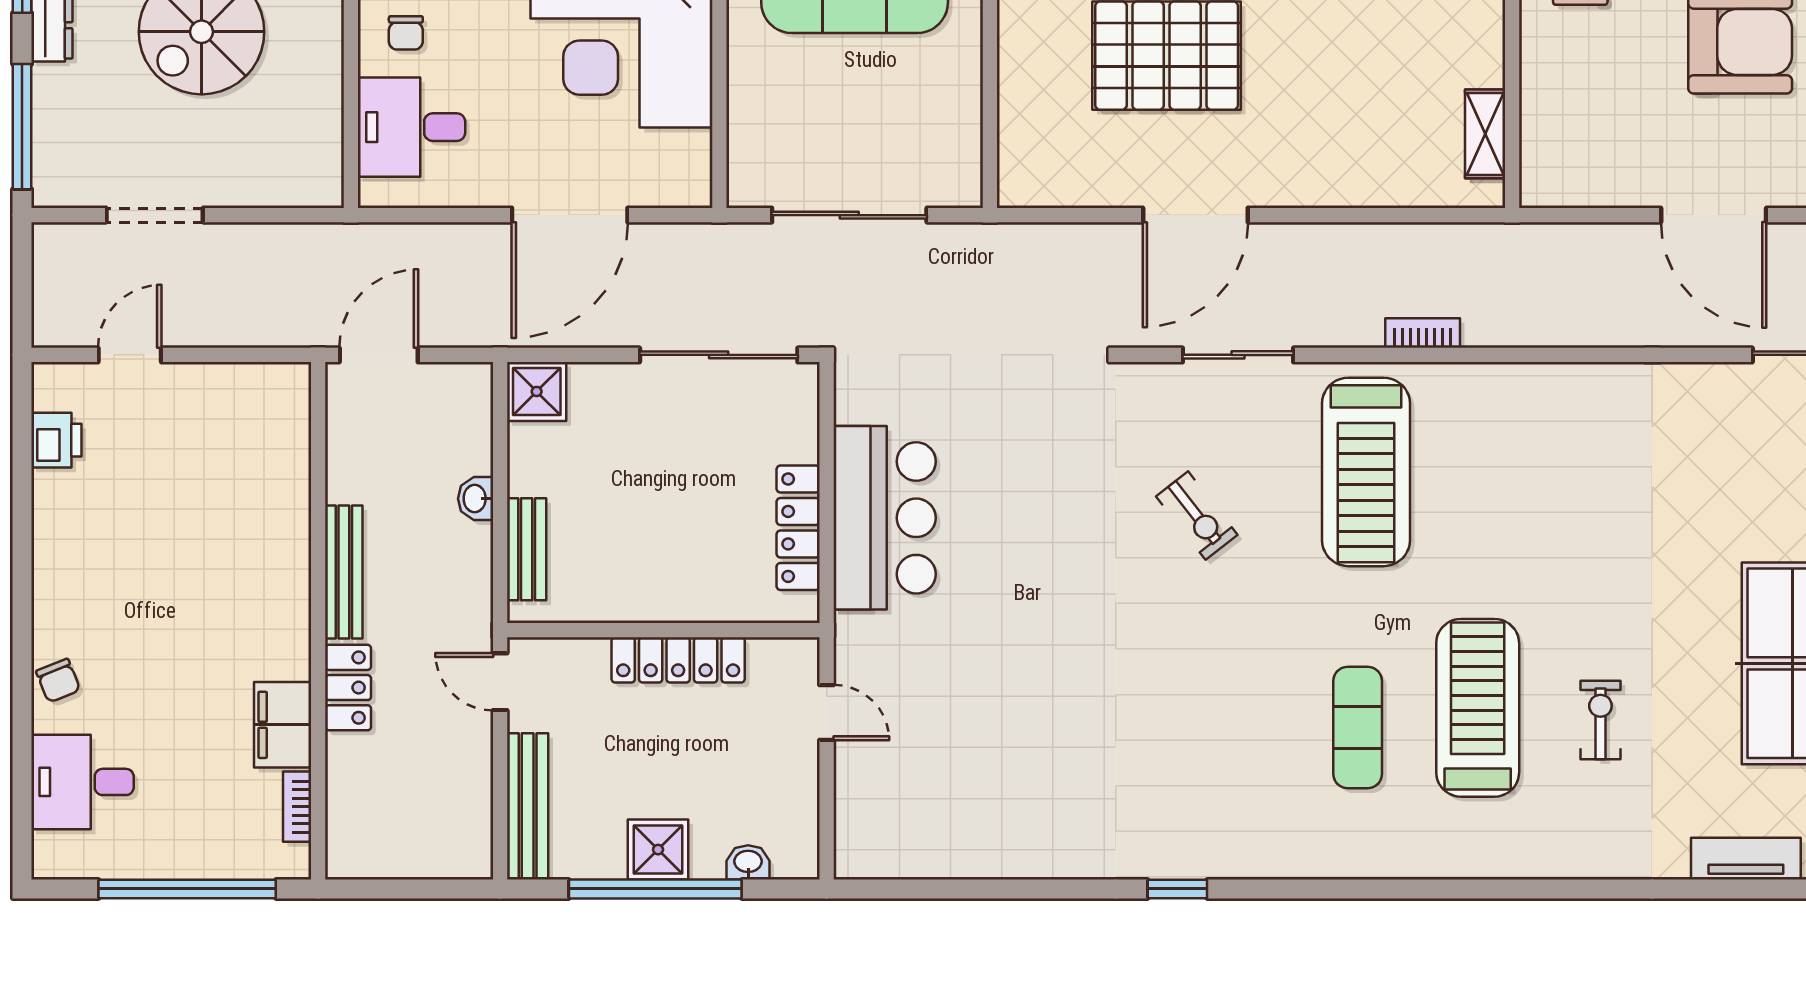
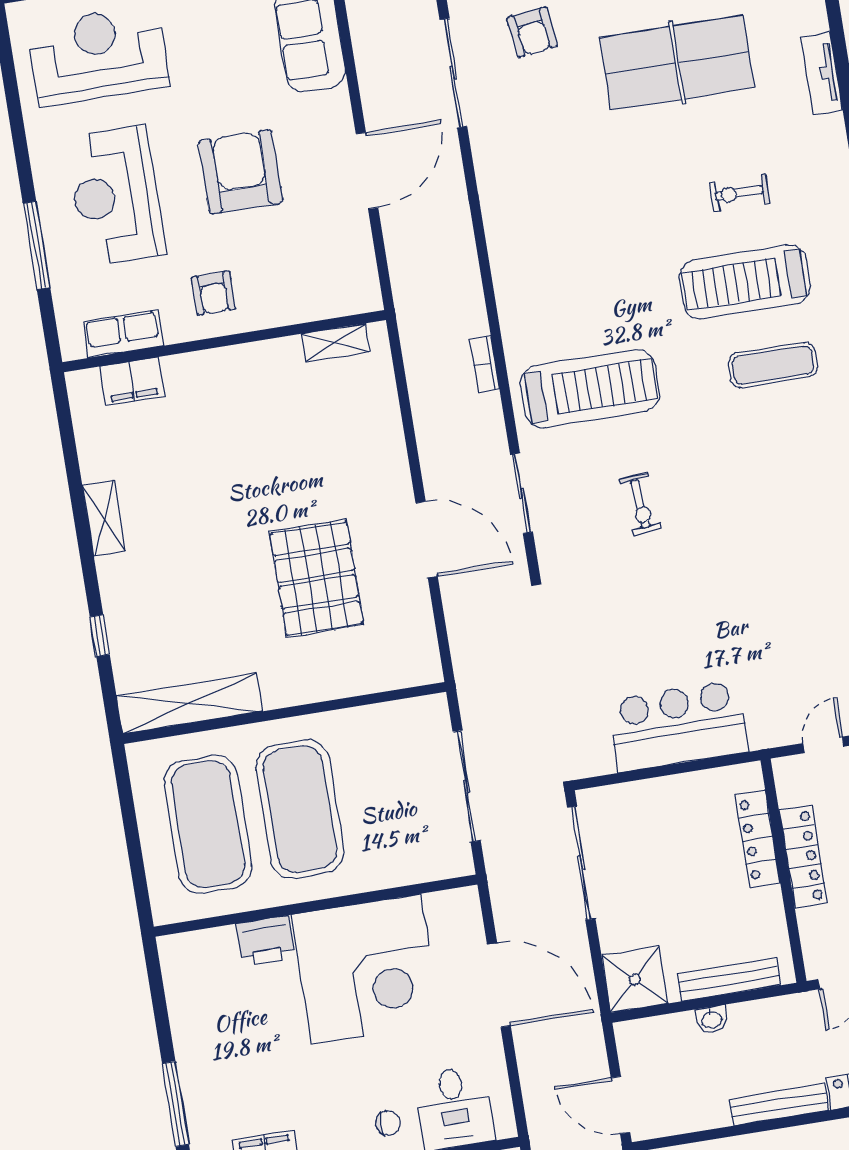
shower: (537, 391) -> (635, 979), width x1.36, depth x1.36
exercise bike: (1197, 516) -> (641, 504), turned 123
locker: (798, 528) -> (758, 839), moved, turned 90
bench: (527, 549) -> (729, 979), width x1.36

